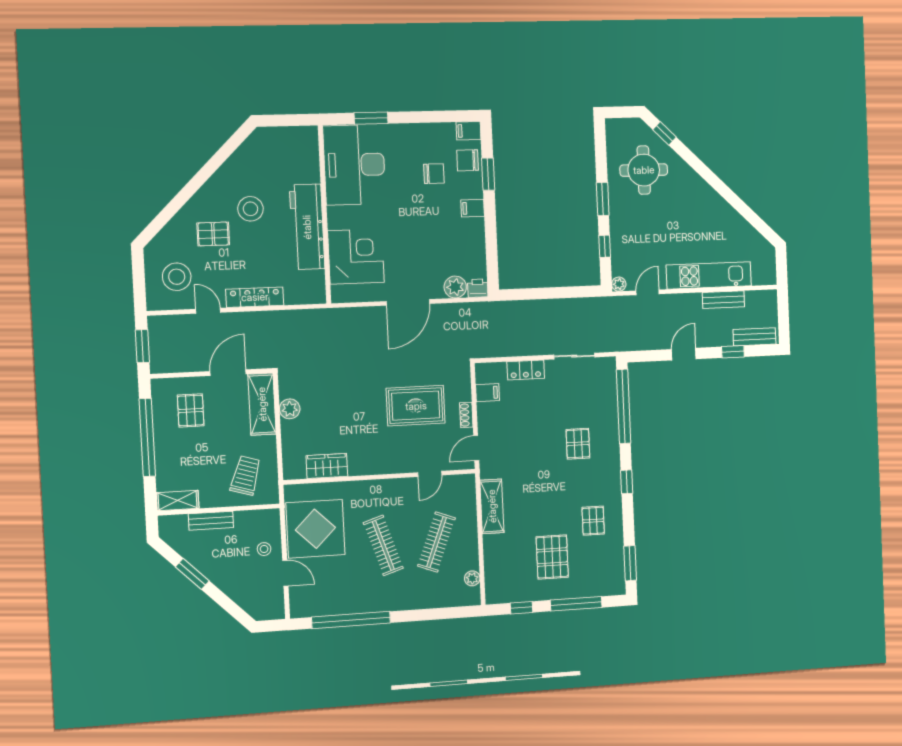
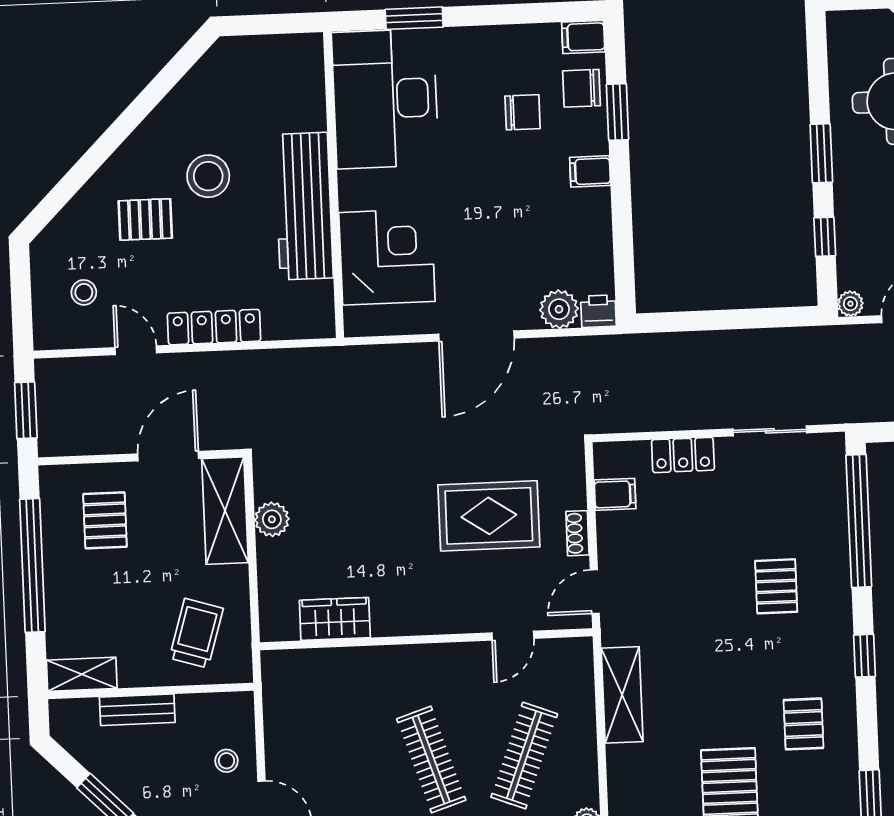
stool: (177, 277) -> (84, 292), width x0.53, depth x0.53
display table: (315, 529) -> (314, 728), removed

